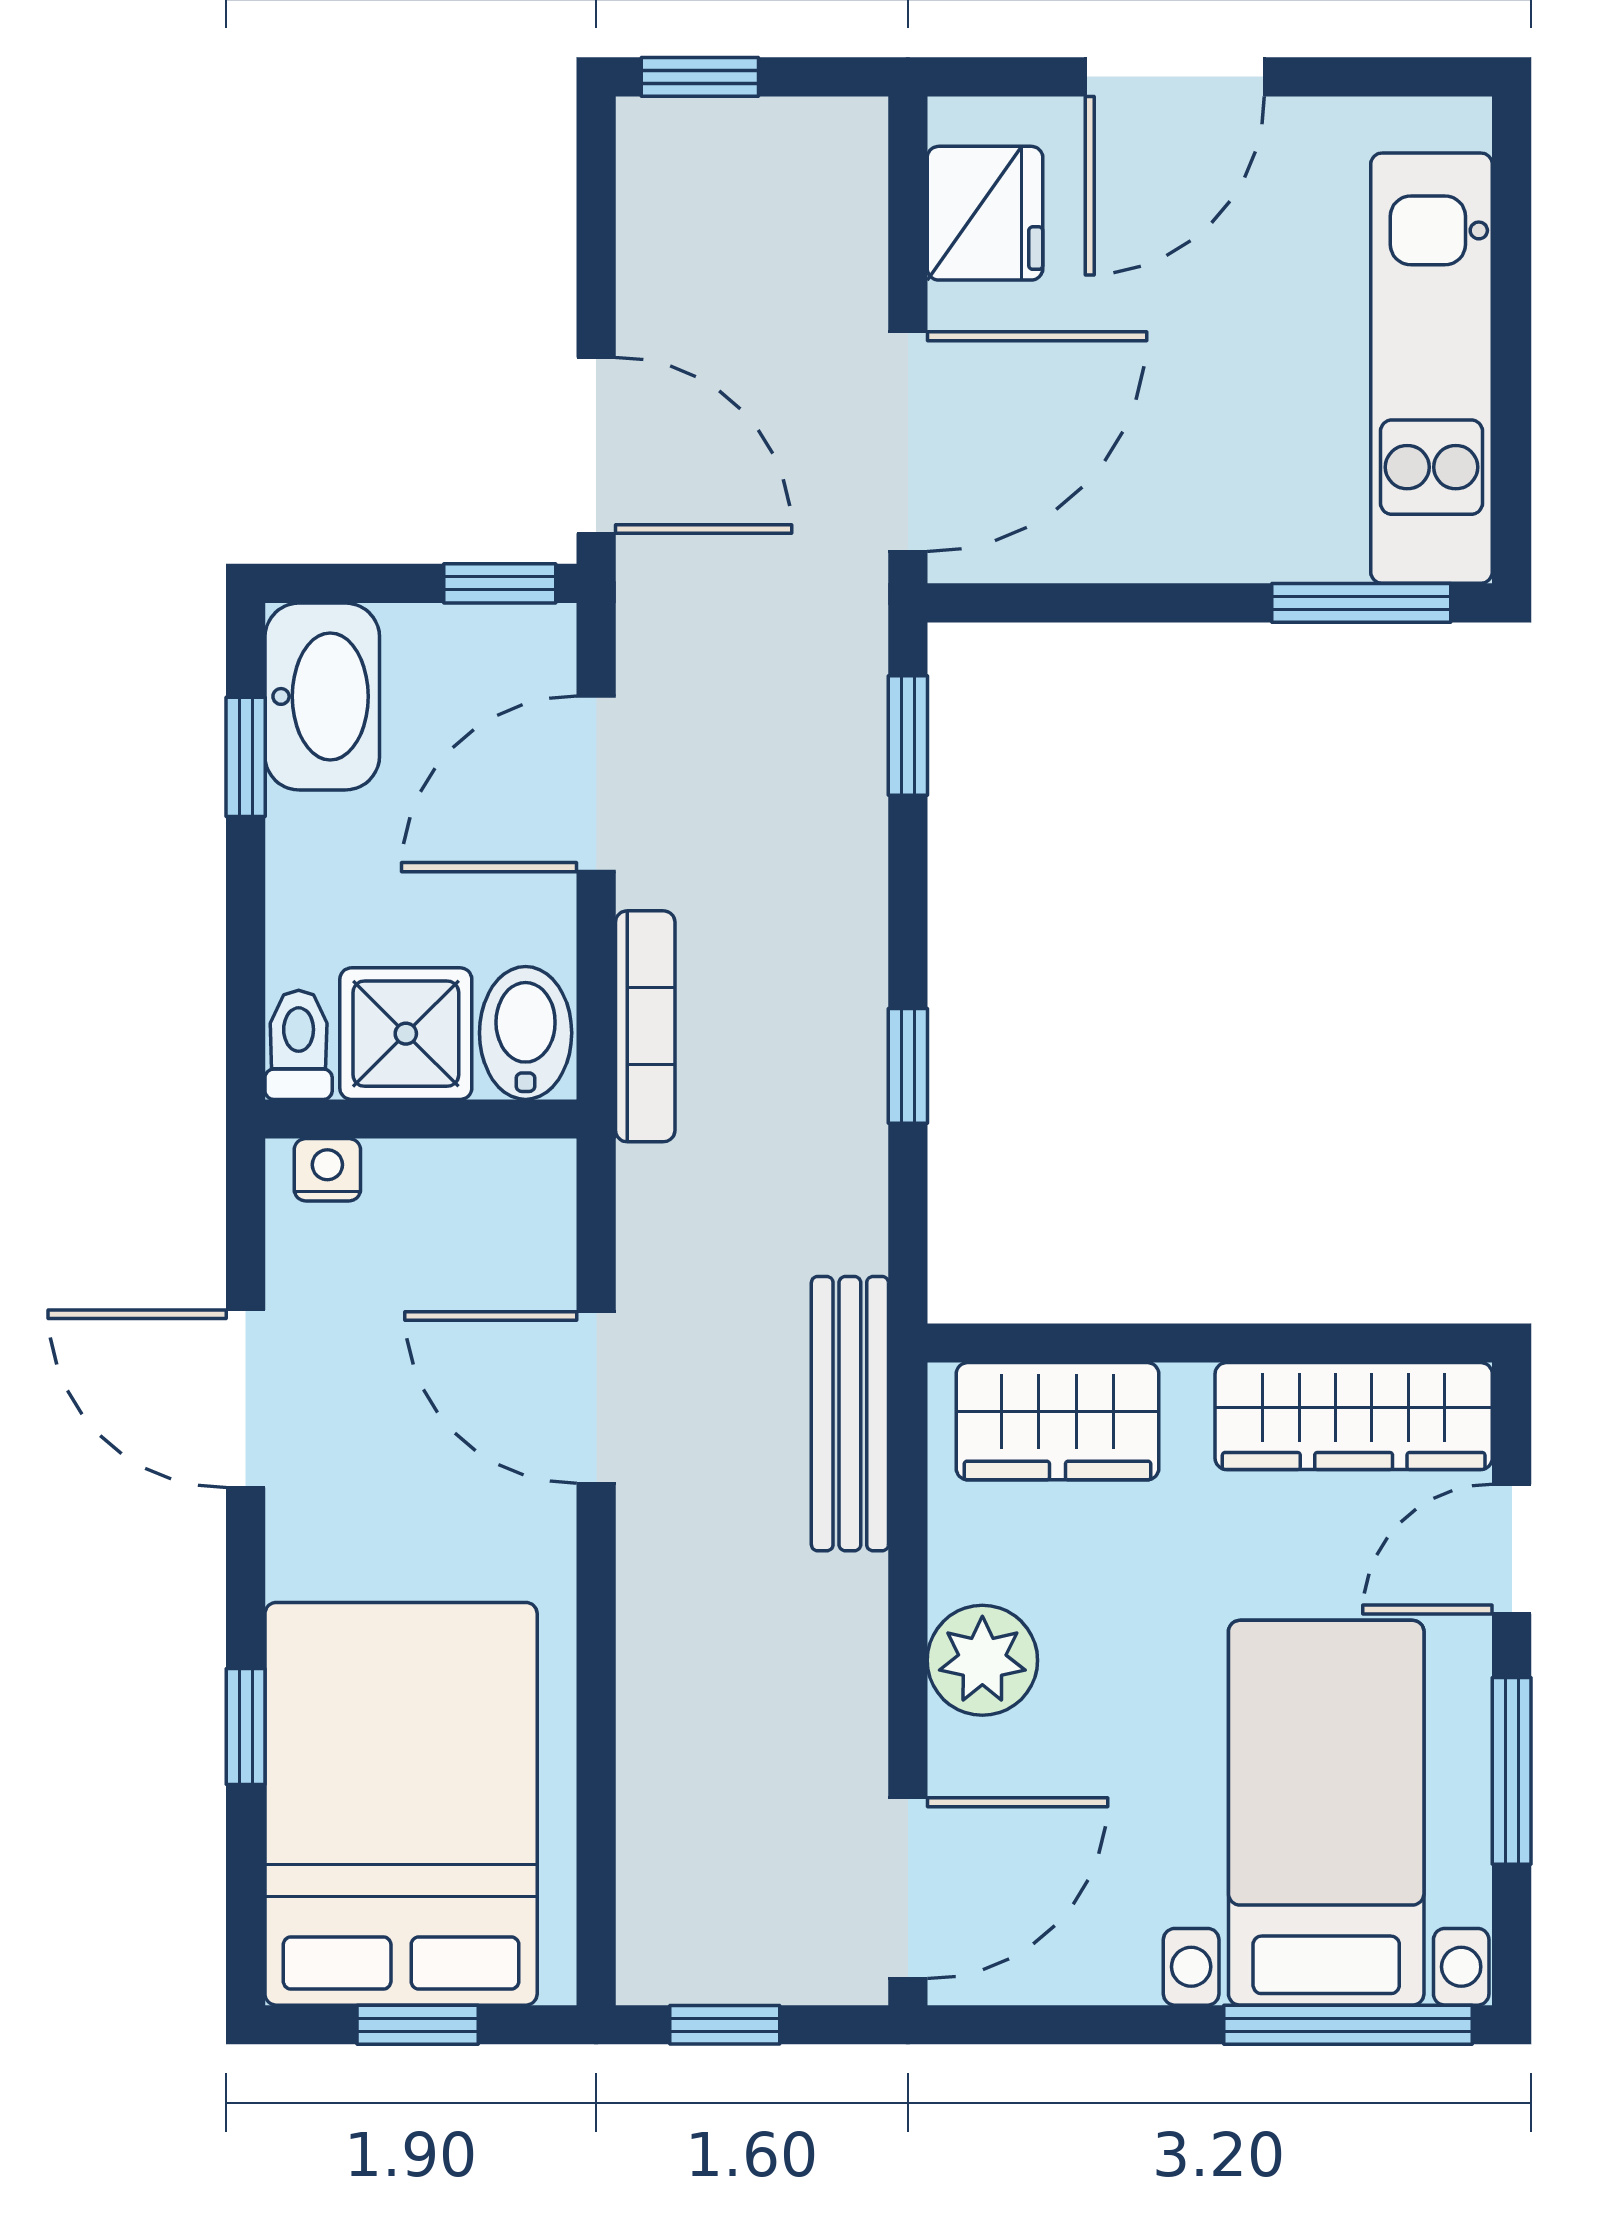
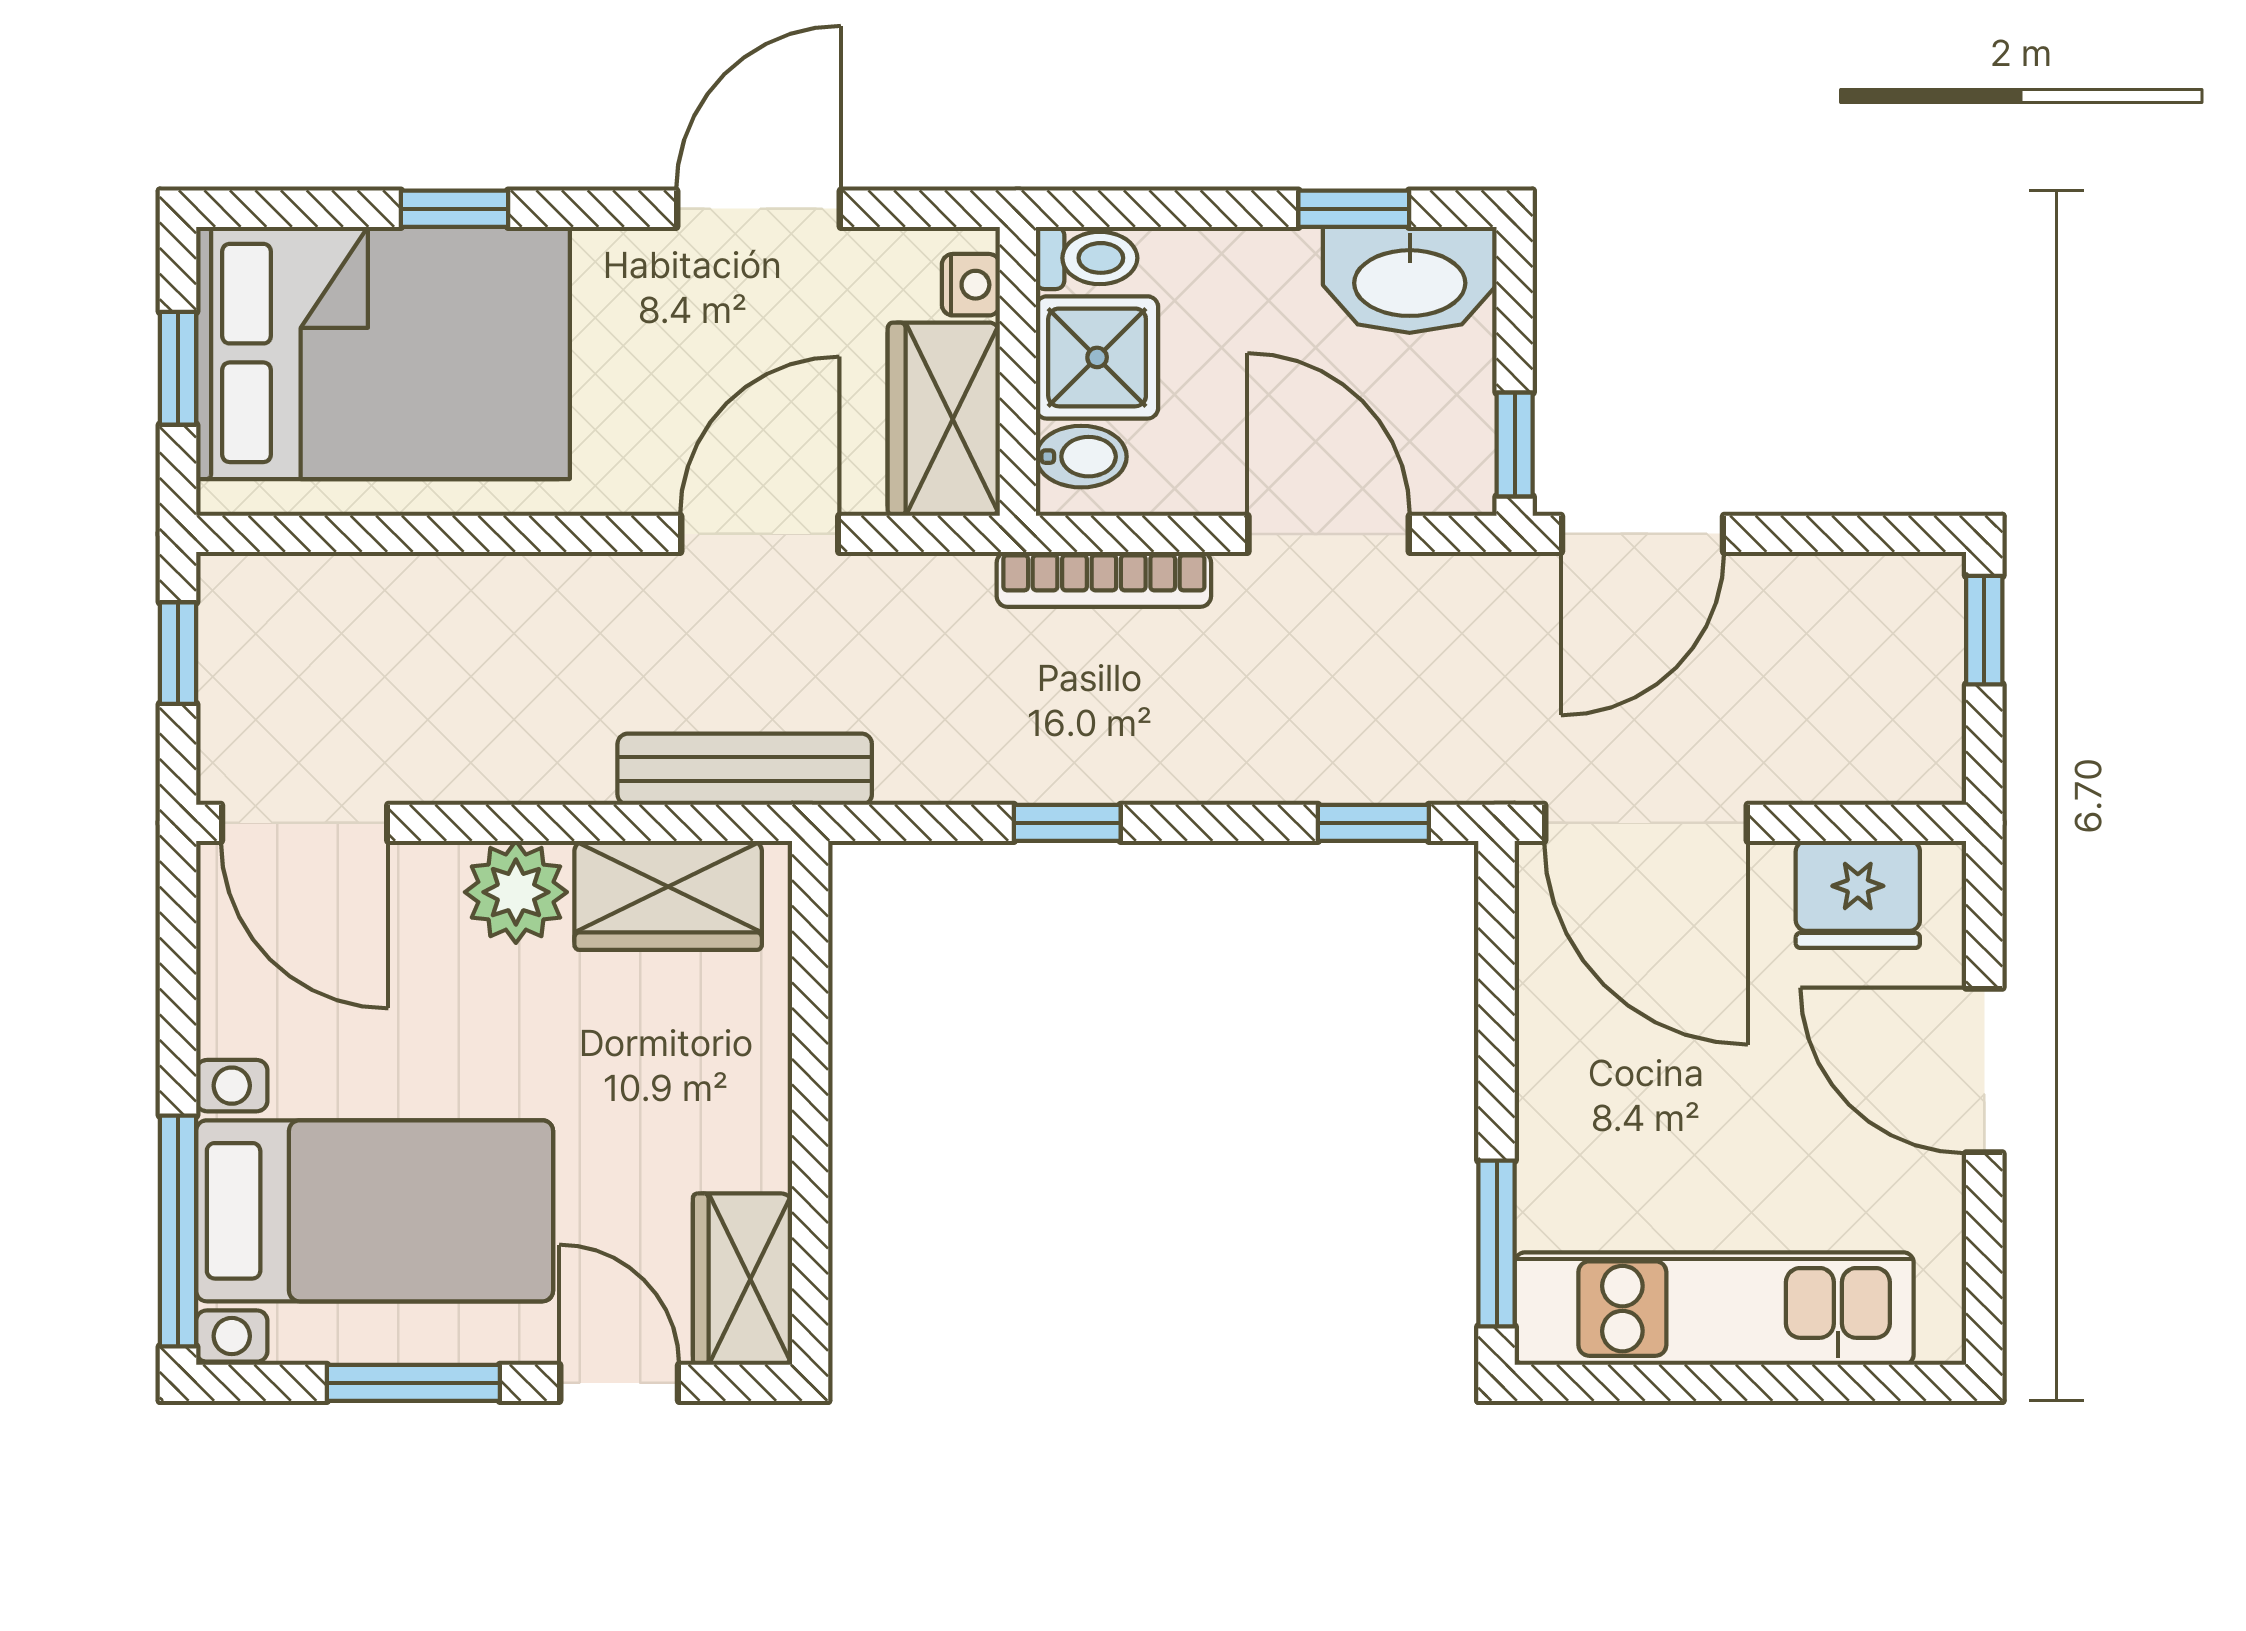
bidet: (526, 1033) -> (1081, 457), width x0.72, depth x0.74
wardrobe: (472, 1199) -> (944, 419), added
wardrobe: (1354, 1416) -> (742, 1279), width x0.67
wardrobe: (1057, 1421) -> (668, 895), moved, turned -90

